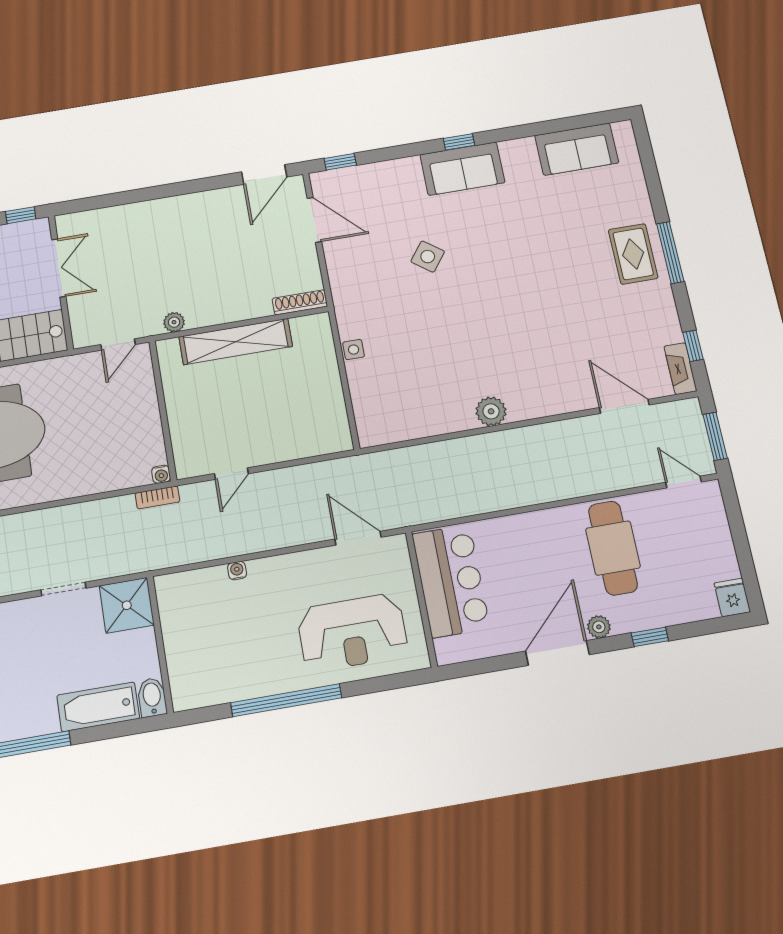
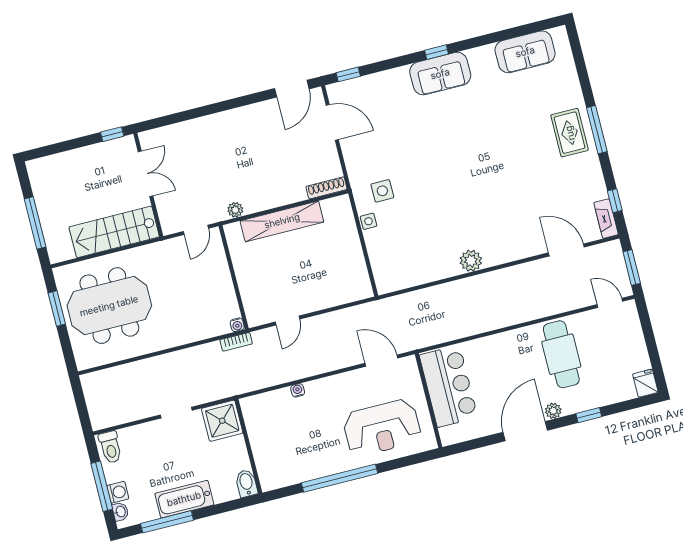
side table: (428, 257) -> (382, 191), moved, turned -37
bathtub: (98, 707) -> (184, 499), moved

